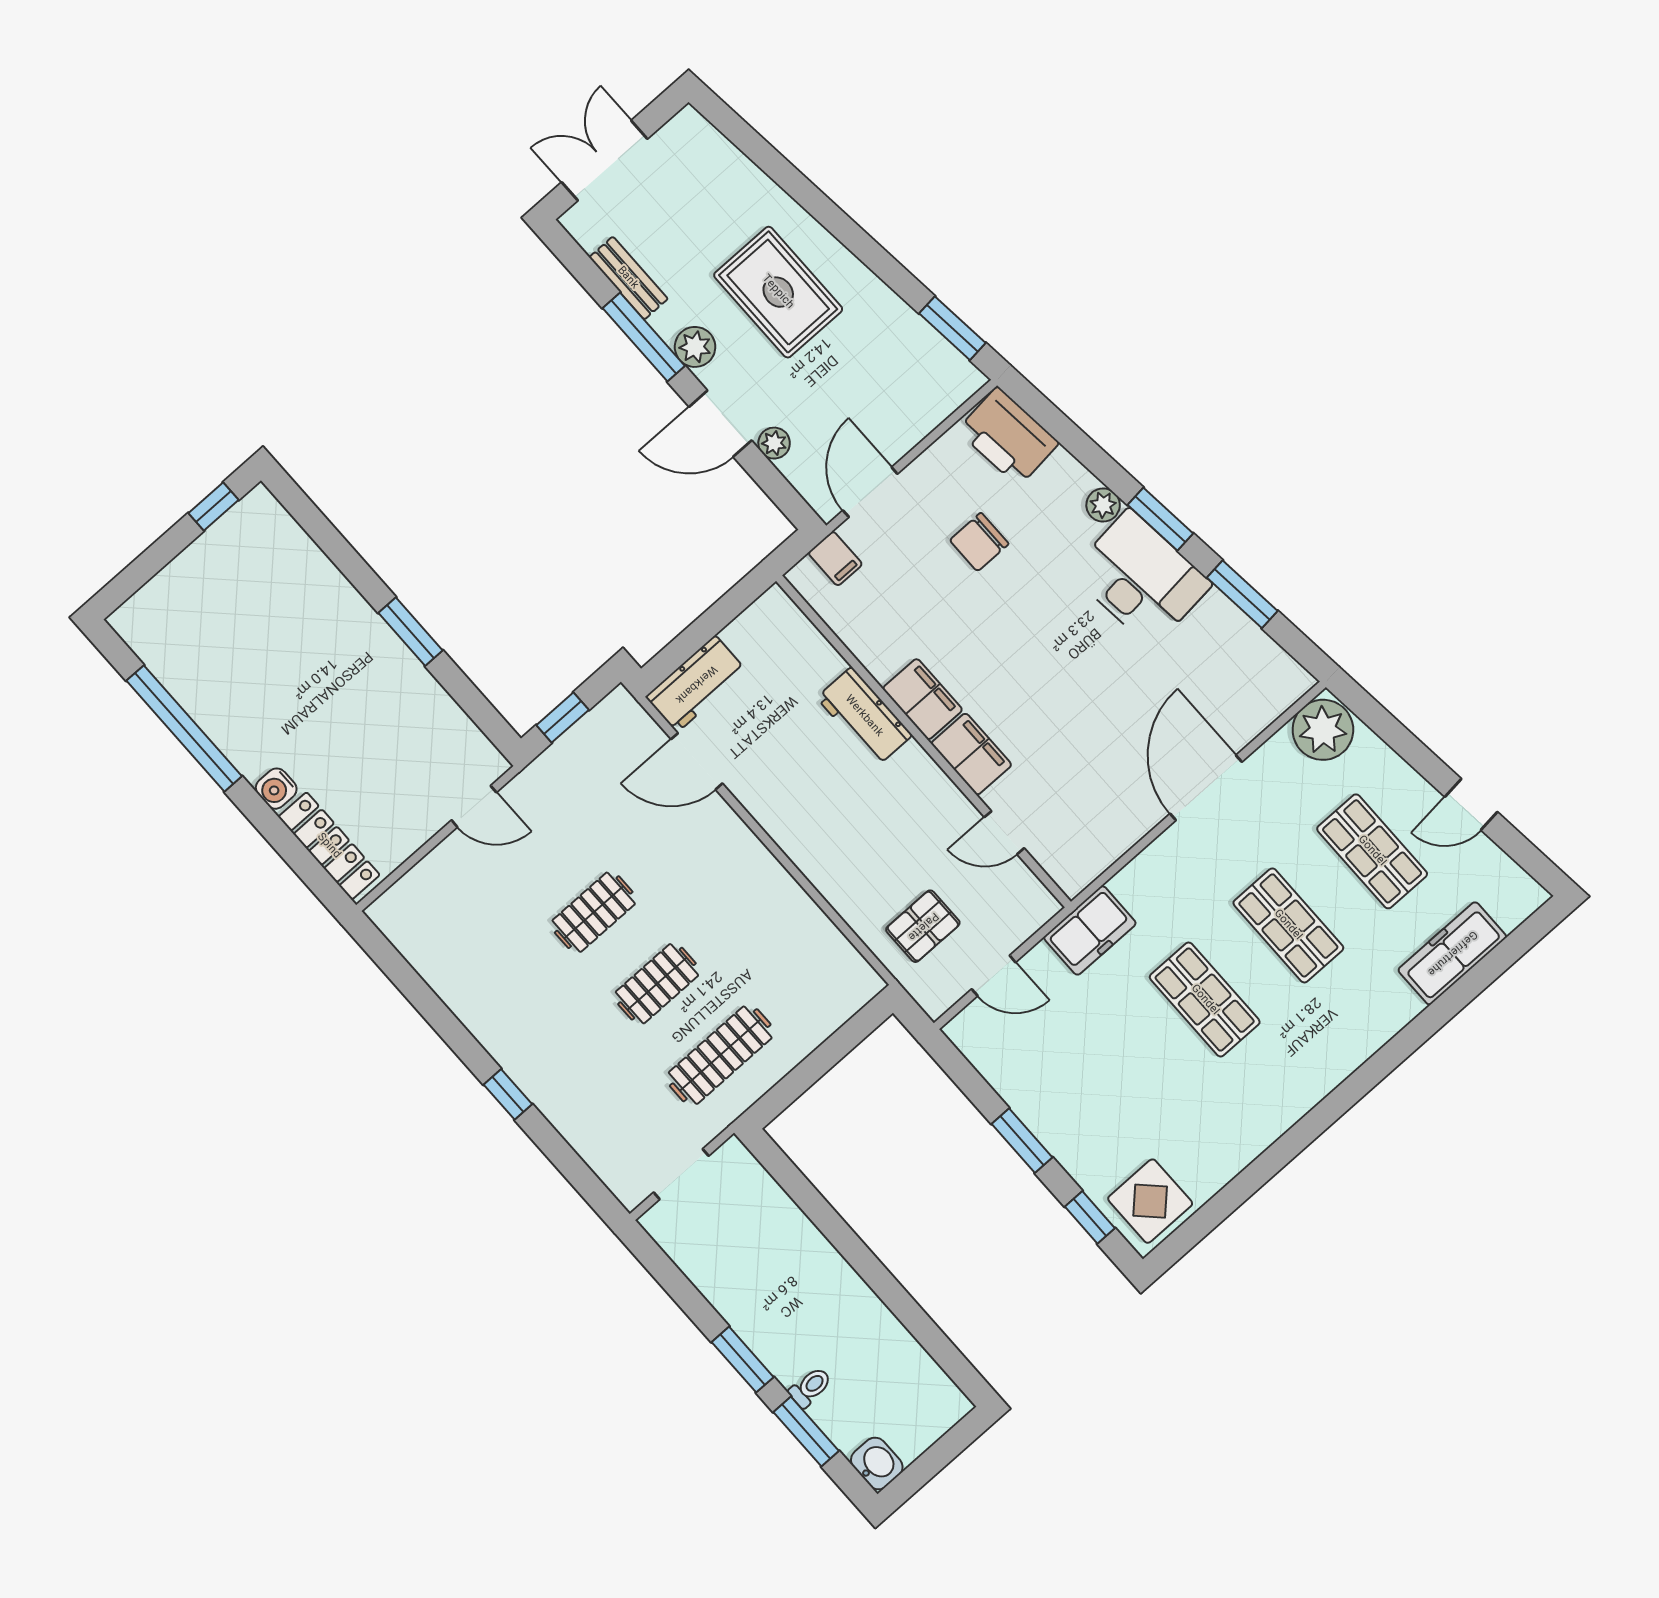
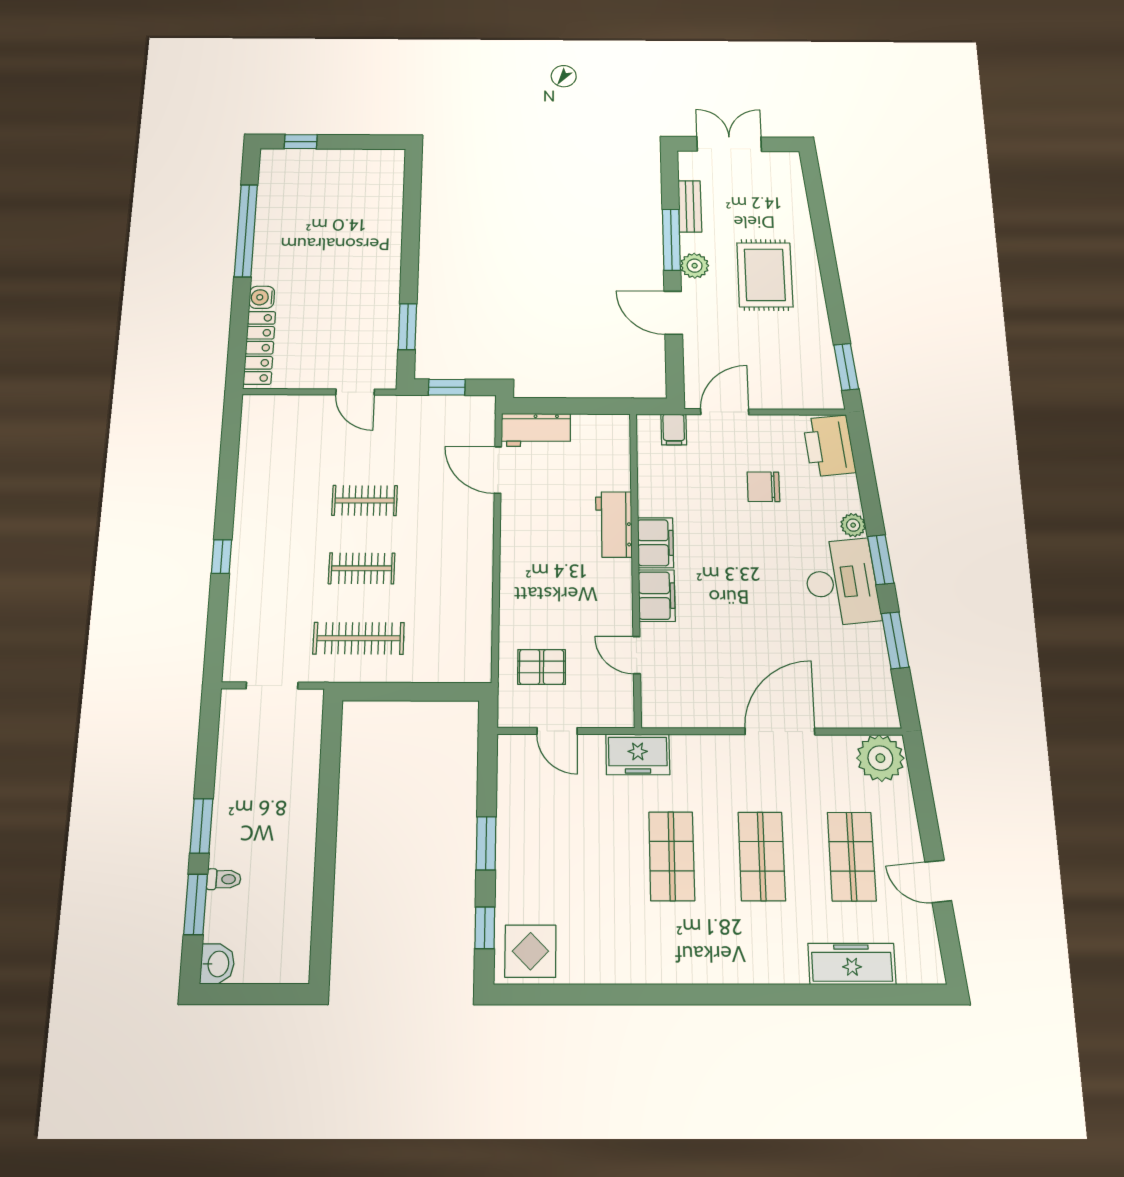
plant: (774, 443) -> (694, 345), removed
window: (214, 506) -> (301, 142), moved
window: (411, 632) -> (407, 327), moved

